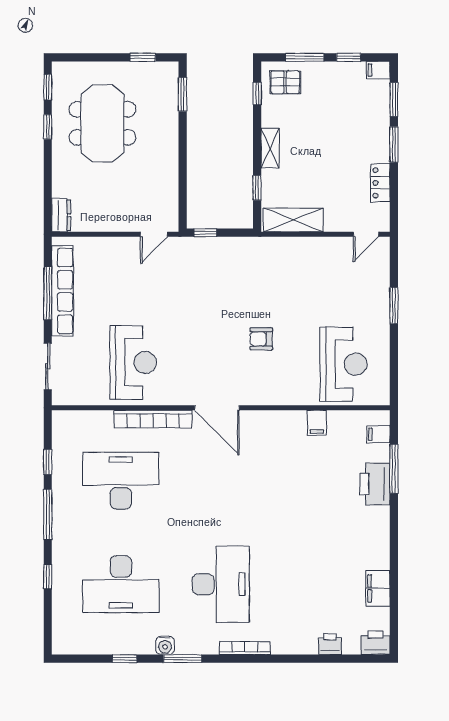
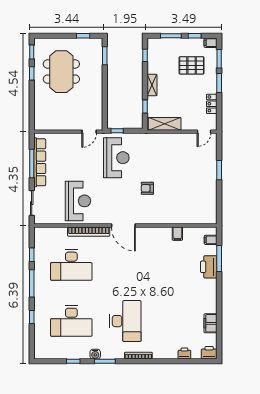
pallet: (285, 82) -> (192, 65), moved, width x1.50, depth x1.42
dresser: (61, 215) -> (39, 121), removed
reception desk: (343, 364) -> (116, 158), moved
desk: (121, 481) -> (71, 265), turned 180

